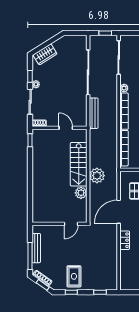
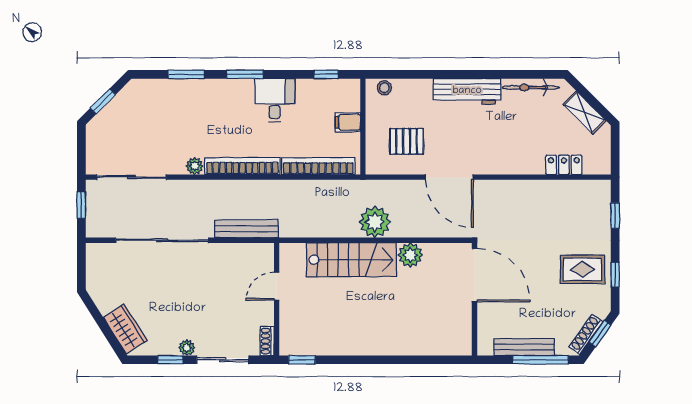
door: (71, 224) -> (474, 275), width x1.87
locker: (125, 240) -> (564, 165), moved

